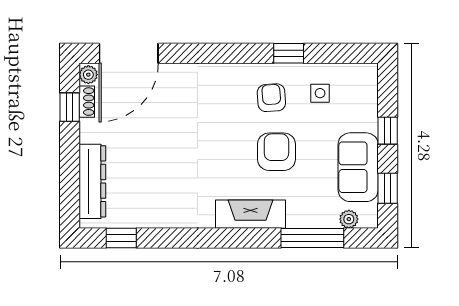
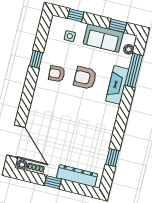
side table: (320, 93) -> (70, 36), moved
window: (70, 107) -> (53, 182), moved
window: (388, 131) -> (76, 15), moved
fireplace: (250, 214) -> (117, 85), moved
window: (121, 238) -> (112, 157), moved

